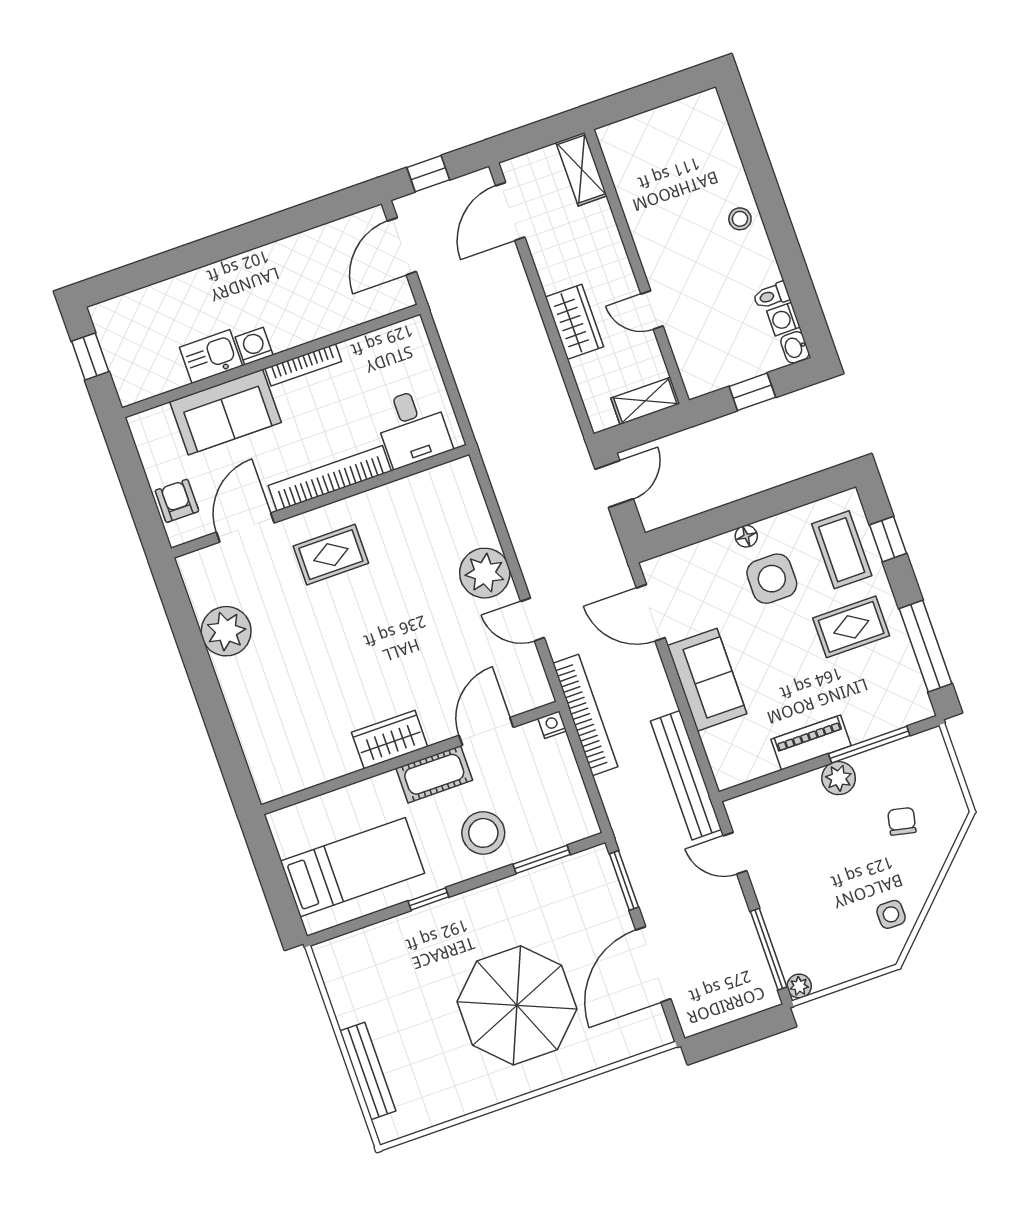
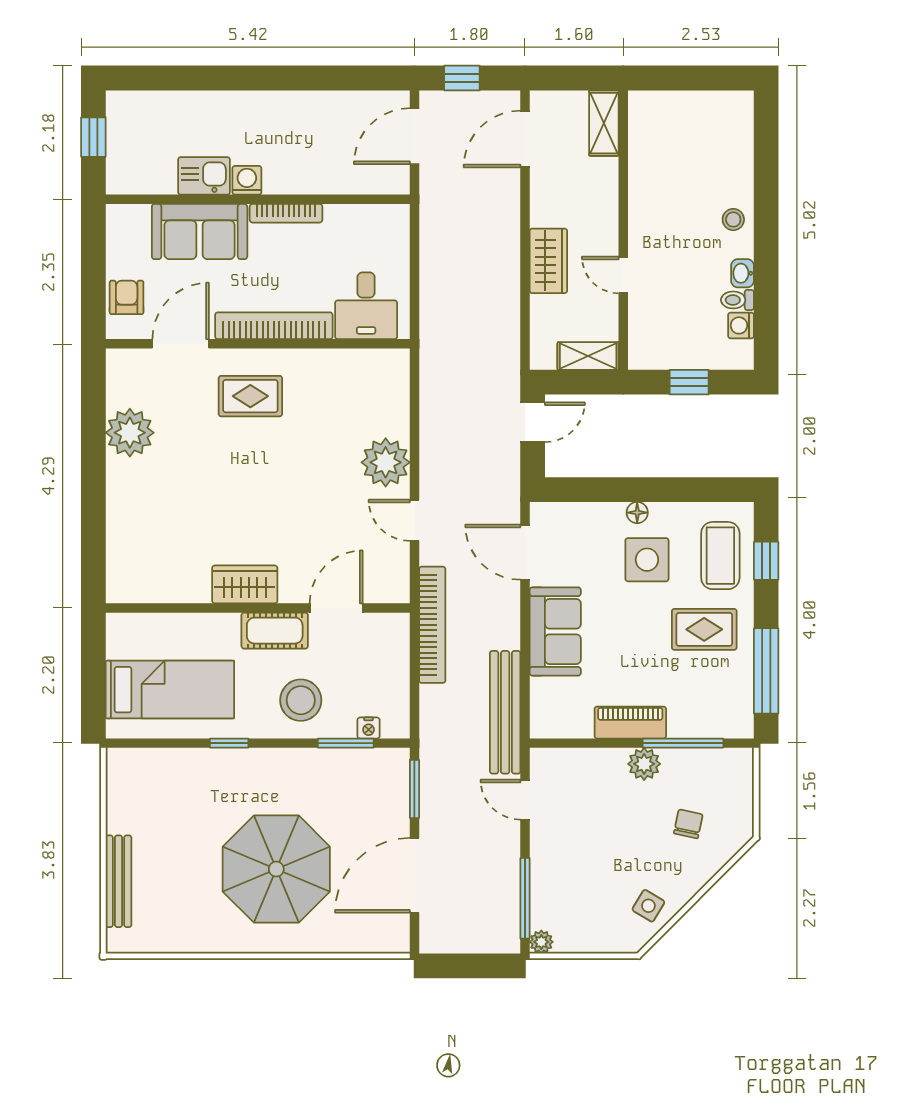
washbasin: (795, 347) -> (742, 273), moved
nightstand: (552, 725) -> (369, 728), moved, turned 180
side table: (891, 914) -> (648, 906), turned 31

